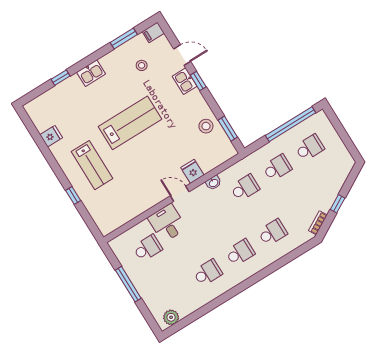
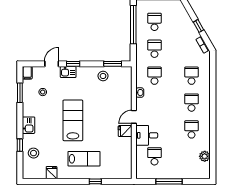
stool: (61, 100) -> (34, 153), added
fridge: (192, 171) -> (125, 131), moved
plant: (171, 317) -> (205, 156), moved

